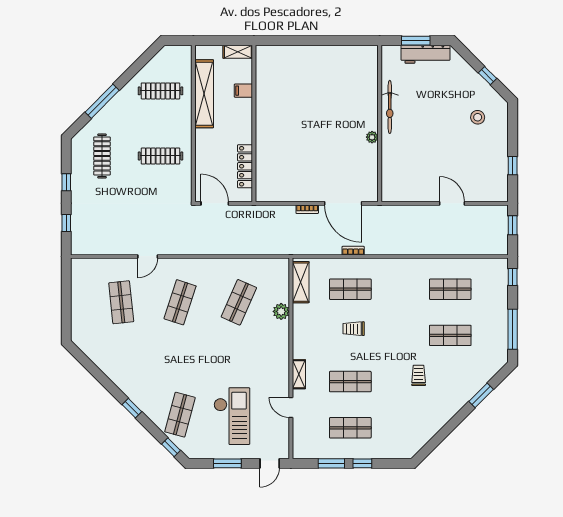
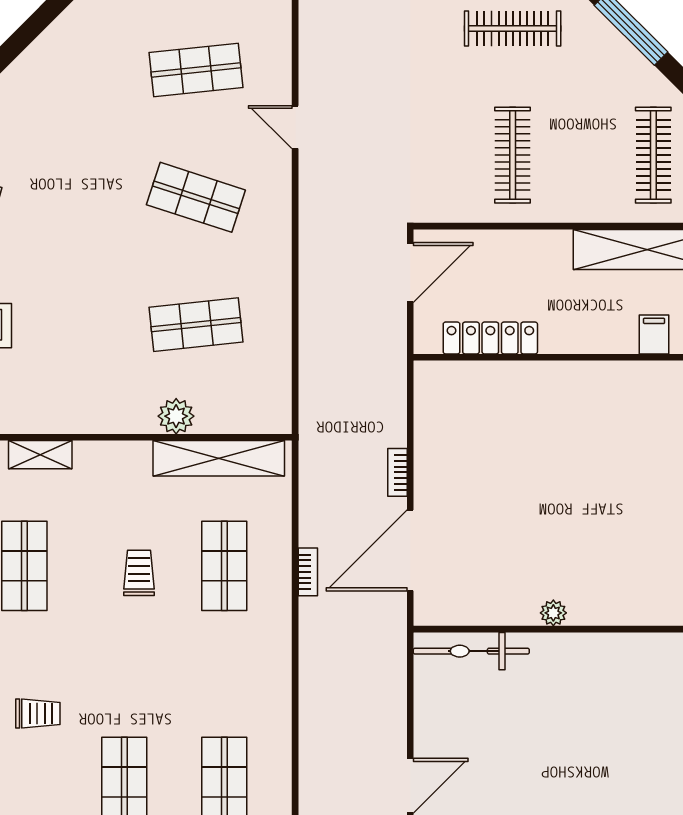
bicycle: (390, 107) -> (471, 651), moved
shelving: (301, 282) -> (219, 458), width x1.47
shop shelf: (239, 302) -> (196, 325), turned -30

